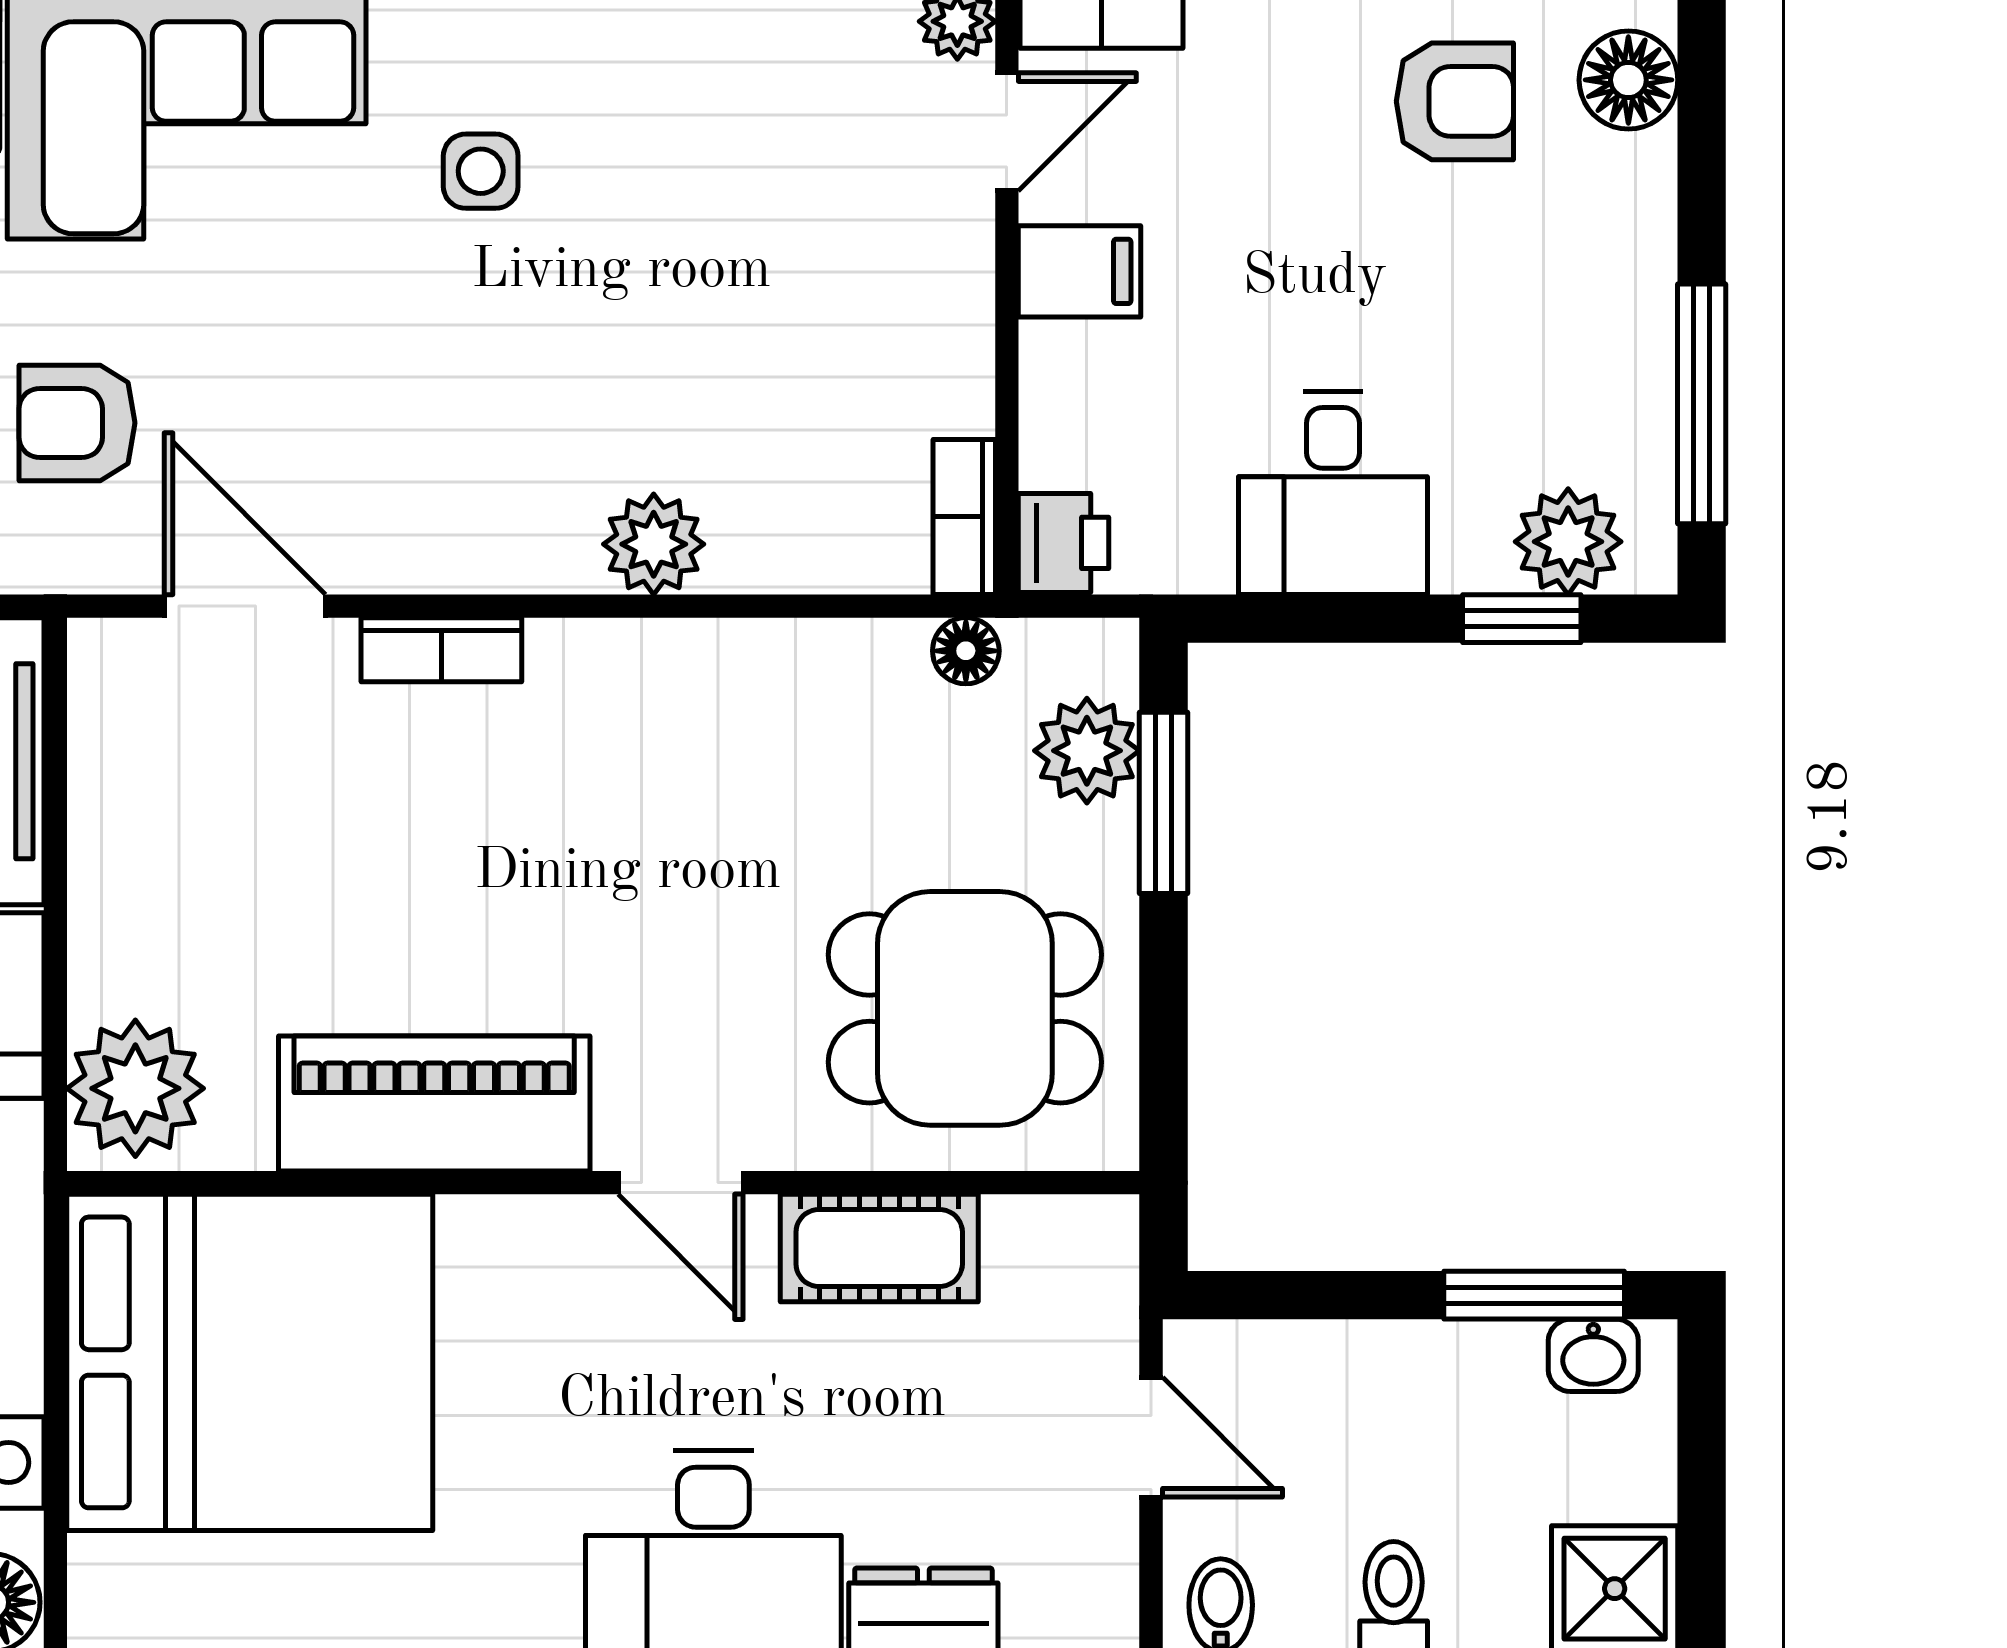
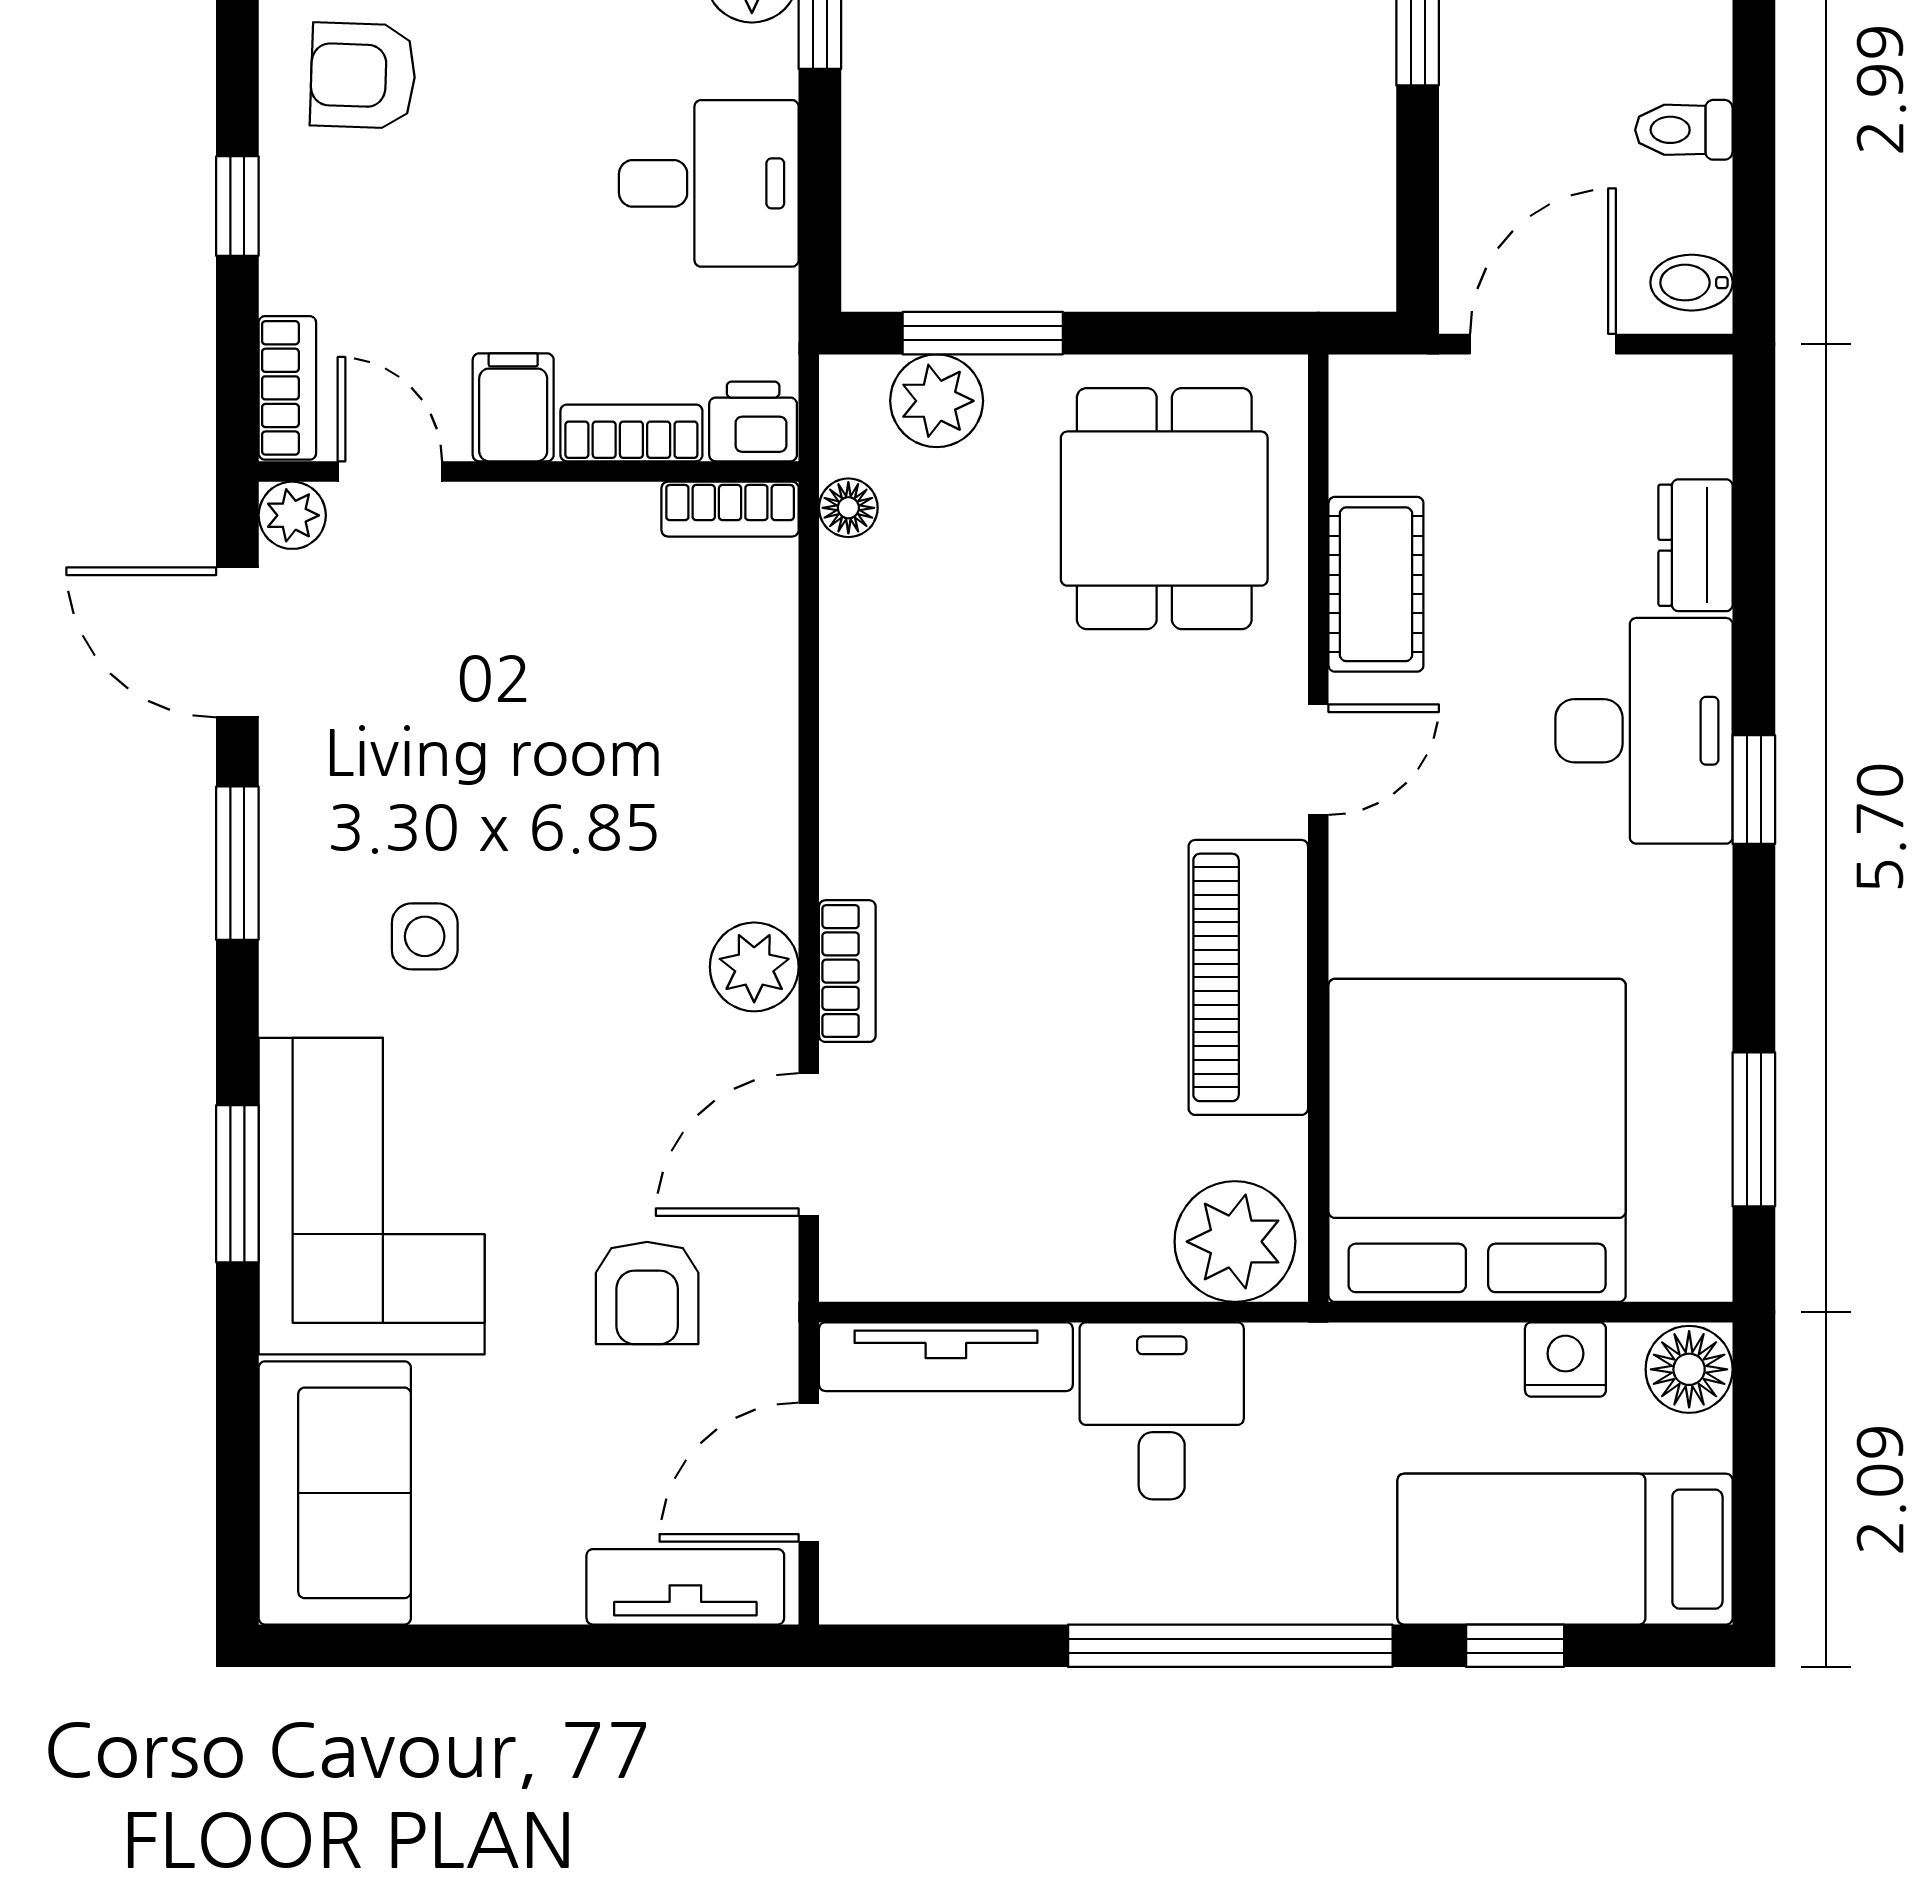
armchair: (1455, 101) -> (363, 76), turned -88
bookcase: (1051, 405) -> (631, 433), added
plant: (654, 544) -> (754, 967), moved
door: (1151, 1437) -> (1543, 344), width x1.38

